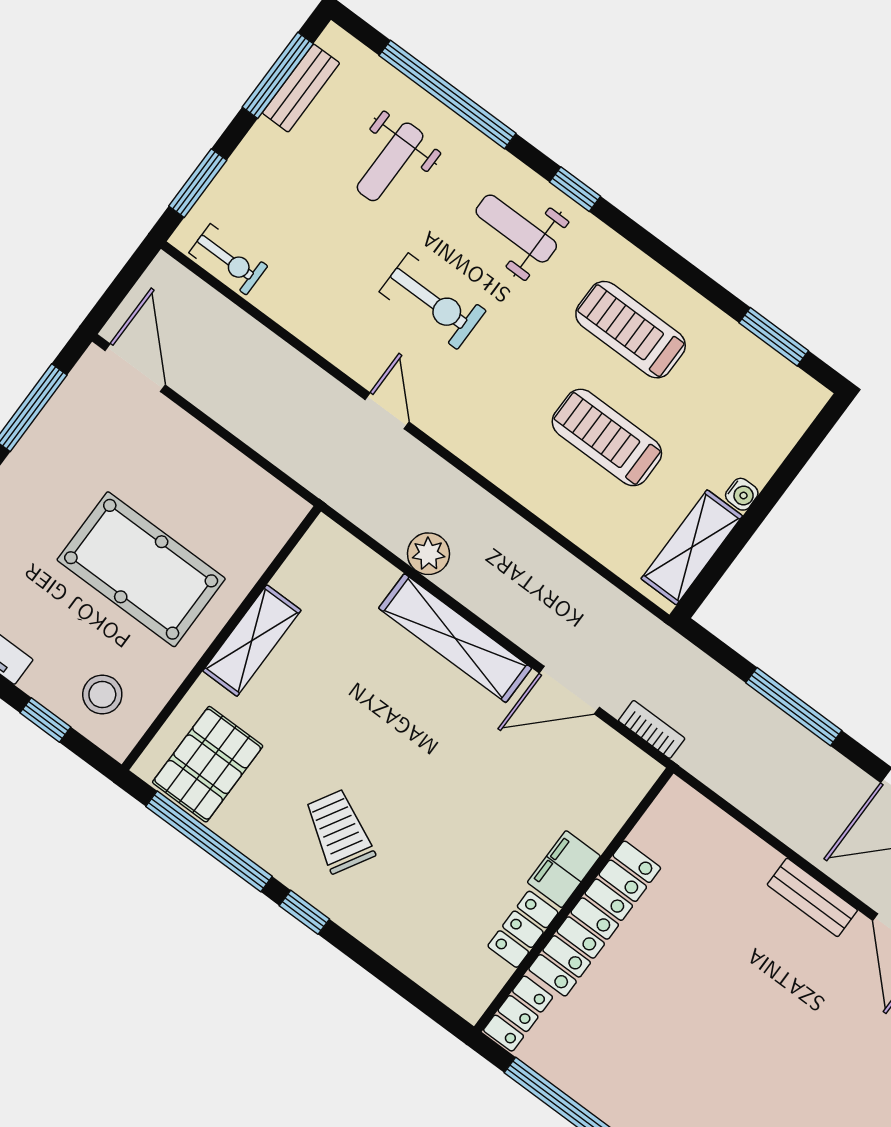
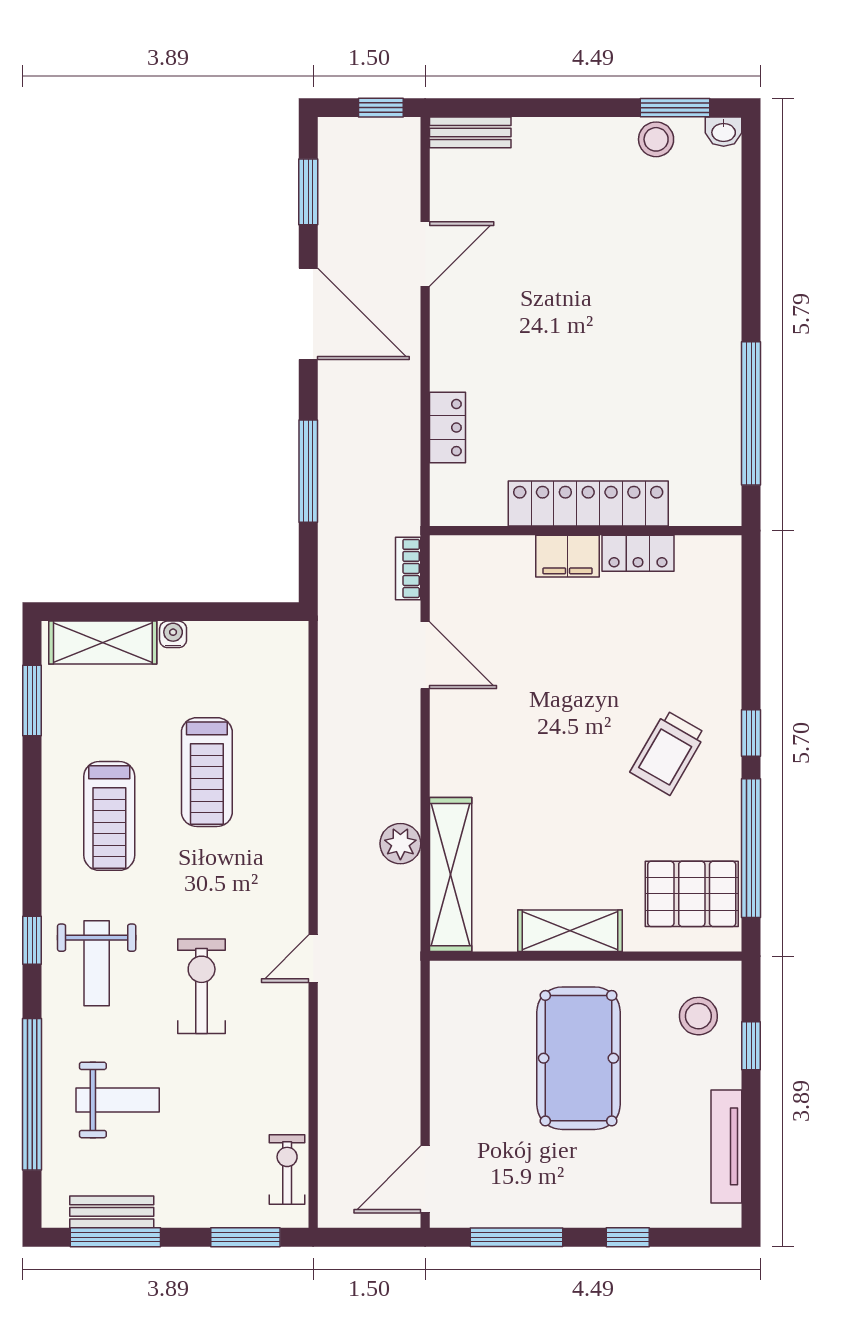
shelving: (692, 547) -> (103, 642), moved
shelving: (455, 638) -> (451, 875), moved
bench: (812, 897) -> (446, 346), removed
locker: (518, 1014) -> (447, 428), moved, turned 90

